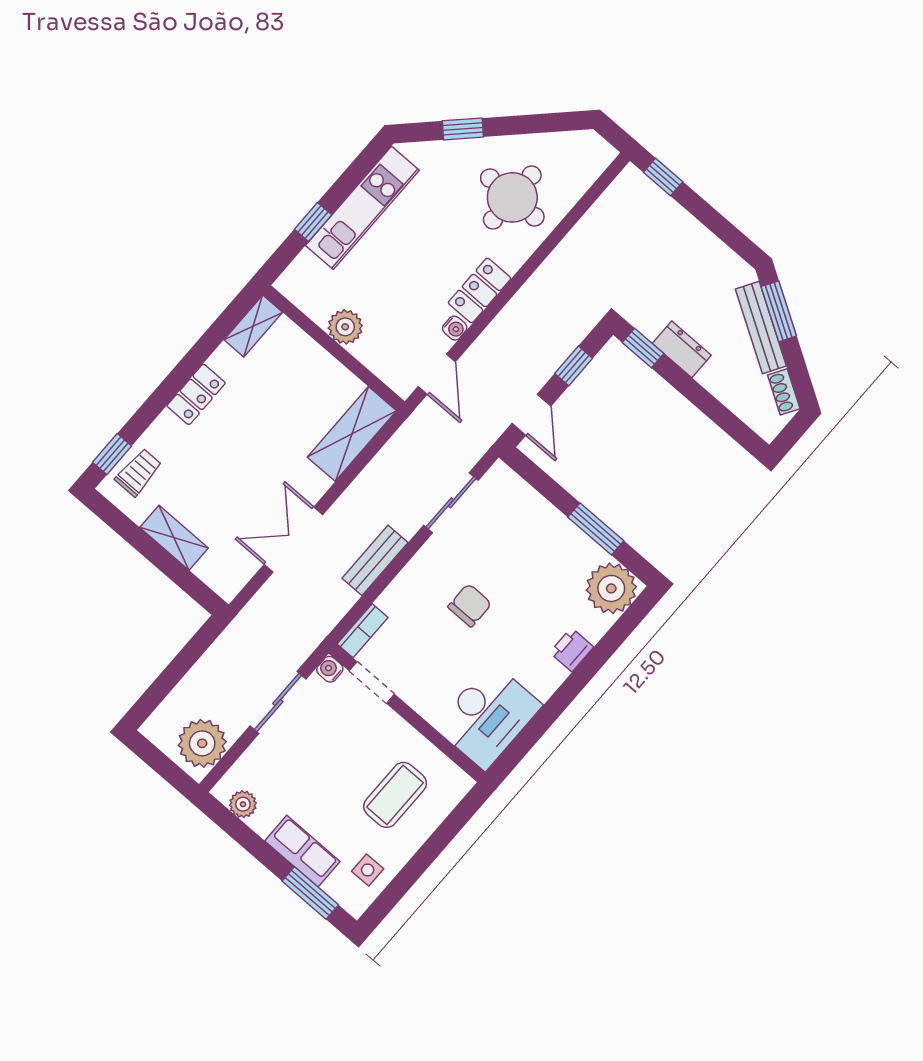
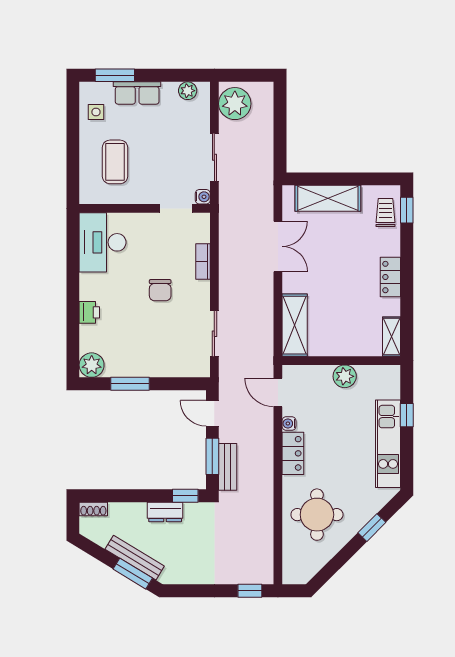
window: (574, 366) -> (212, 456), width x1.50
shoe rack: (784, 392) -> (93, 509), moved, turned 149
trolley: (138, 472) -> (385, 212), turned 180
shelving: (174, 538) -> (328, 198), width x1.50, depth x1.33
bench: (375, 560) -> (228, 467), moved
plant: (611, 588) -> (92, 365), width x0.73, depth x0.73
bookcase: (363, 631) -> (203, 262), moved

